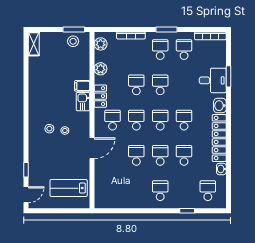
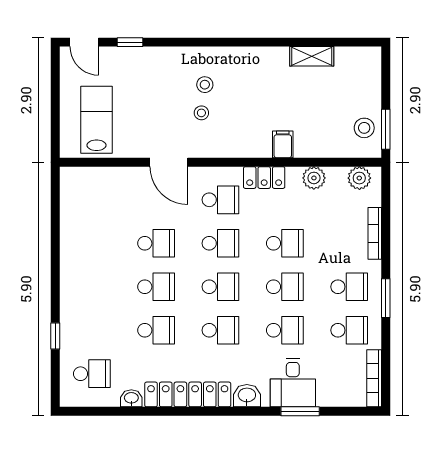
shelving: (34, 44) -> (312, 56), moved
kitchen sink: (83, 102) -> (254, 146), removed
school desk: (160, 191) -> (285, 330), moved

